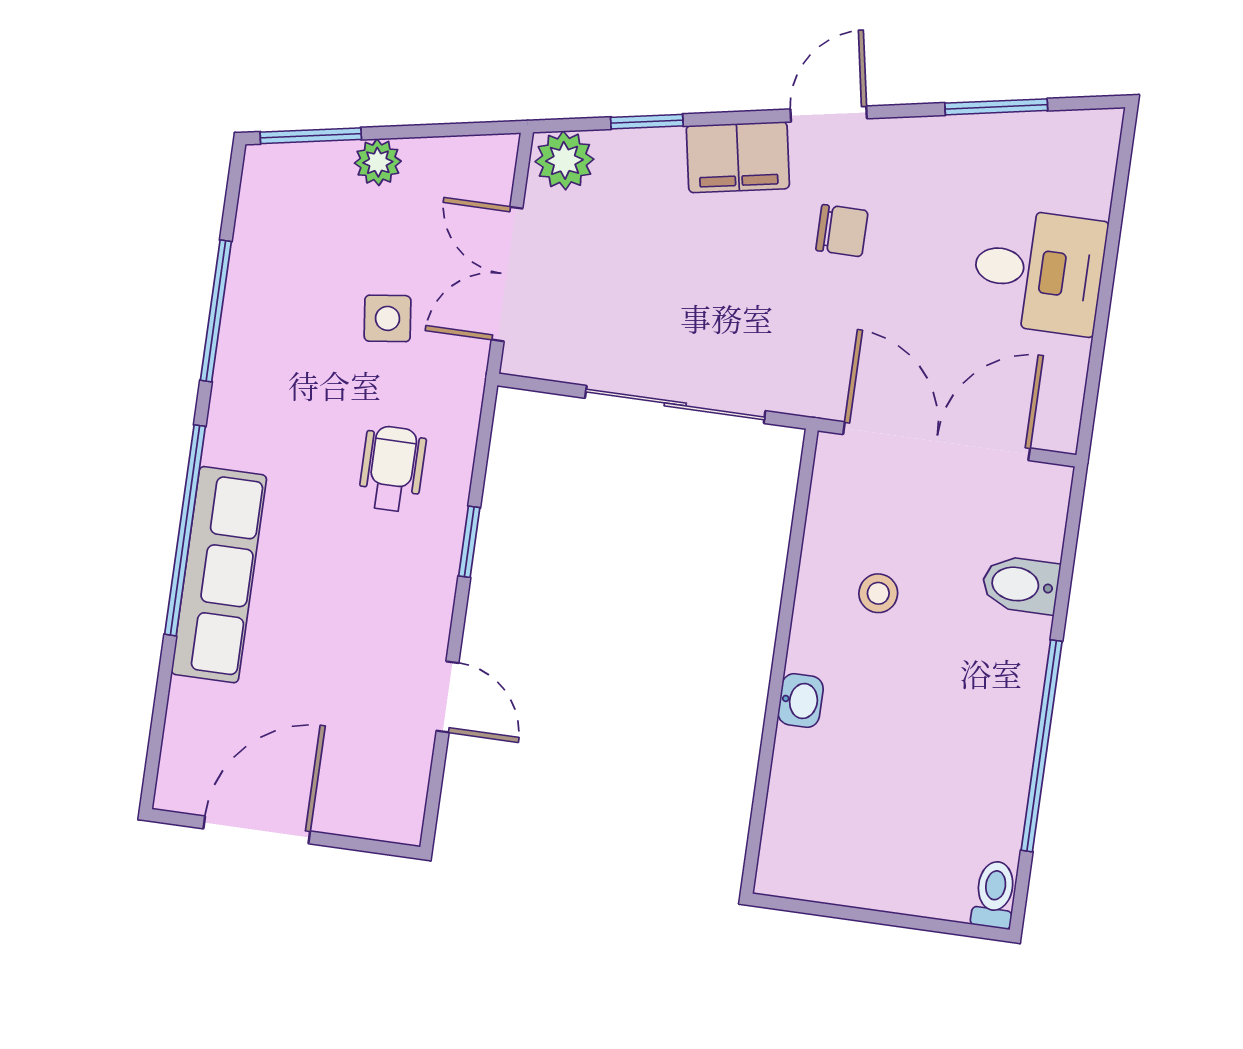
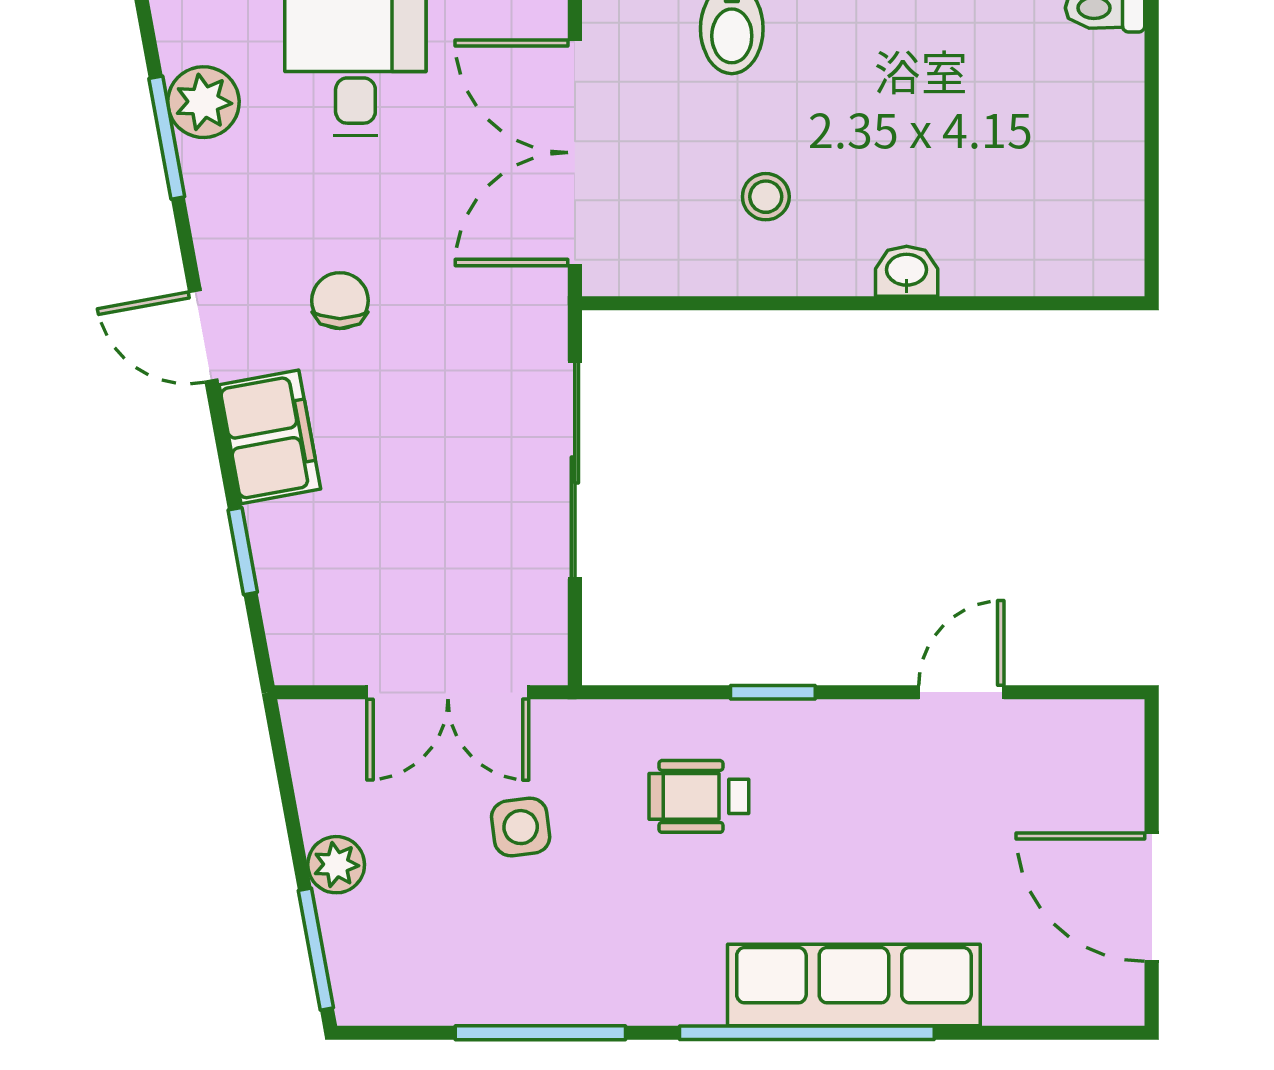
plant: (564, 160) -> (203, 102), moved

